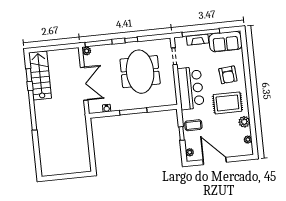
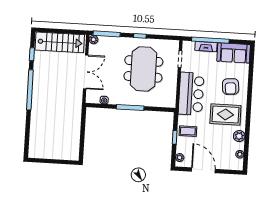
stairs: (40, 75) -> (60, 42), moved, turned 90

